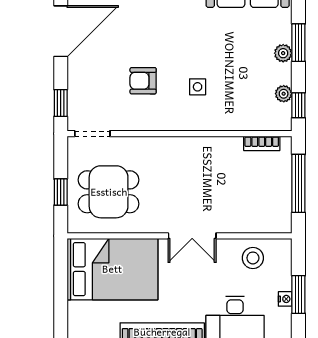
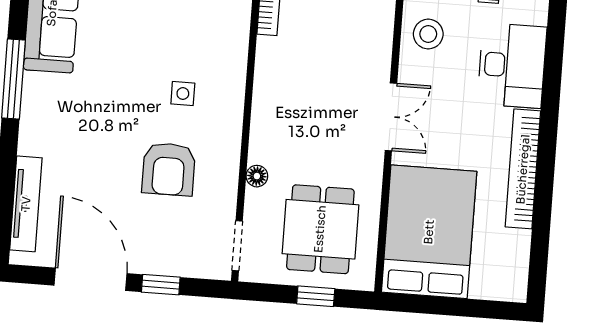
armchair: (143, 81) -> (169, 169), width x1.38, depth x1.38
window: (61, 103) -> (161, 285), moved
floor lamp: (143, 144) -> (257, 176), added

